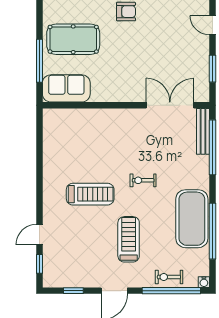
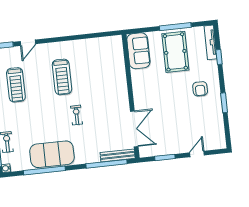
window: (39, 61) -> (175, 27), moved
door: (39, 235) -> (28, 43), swing flipped
treadmill: (129, 239) -> (16, 85), moved, turned 90

